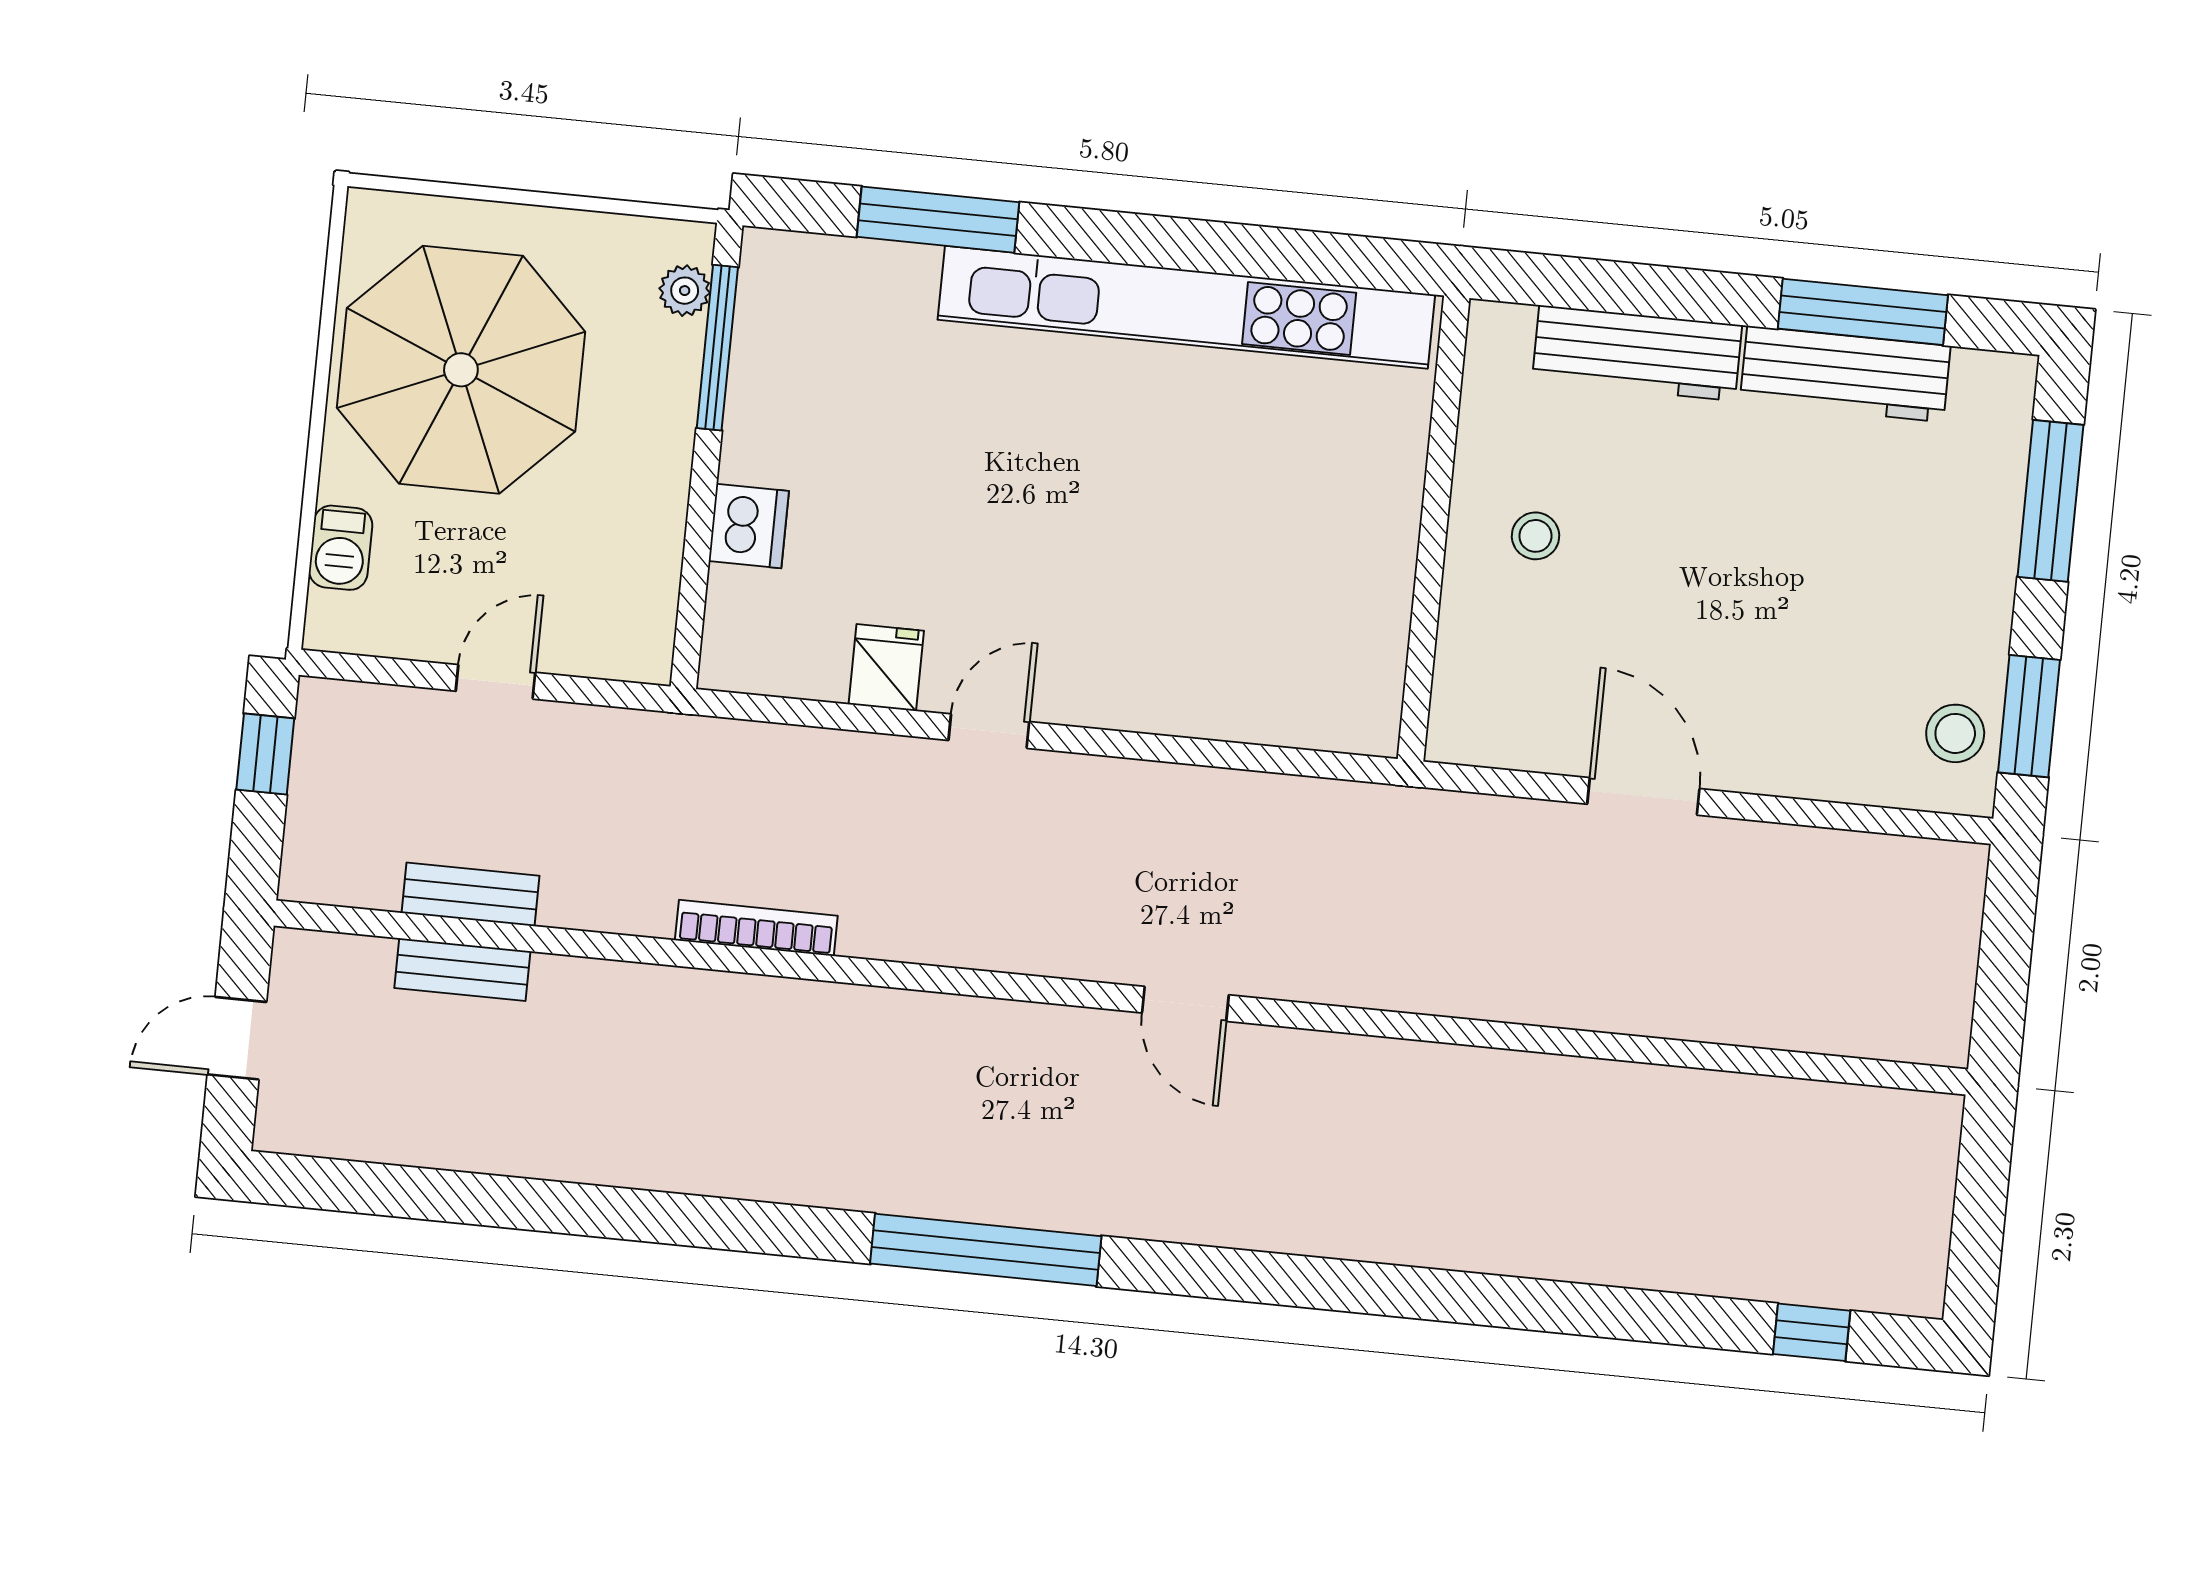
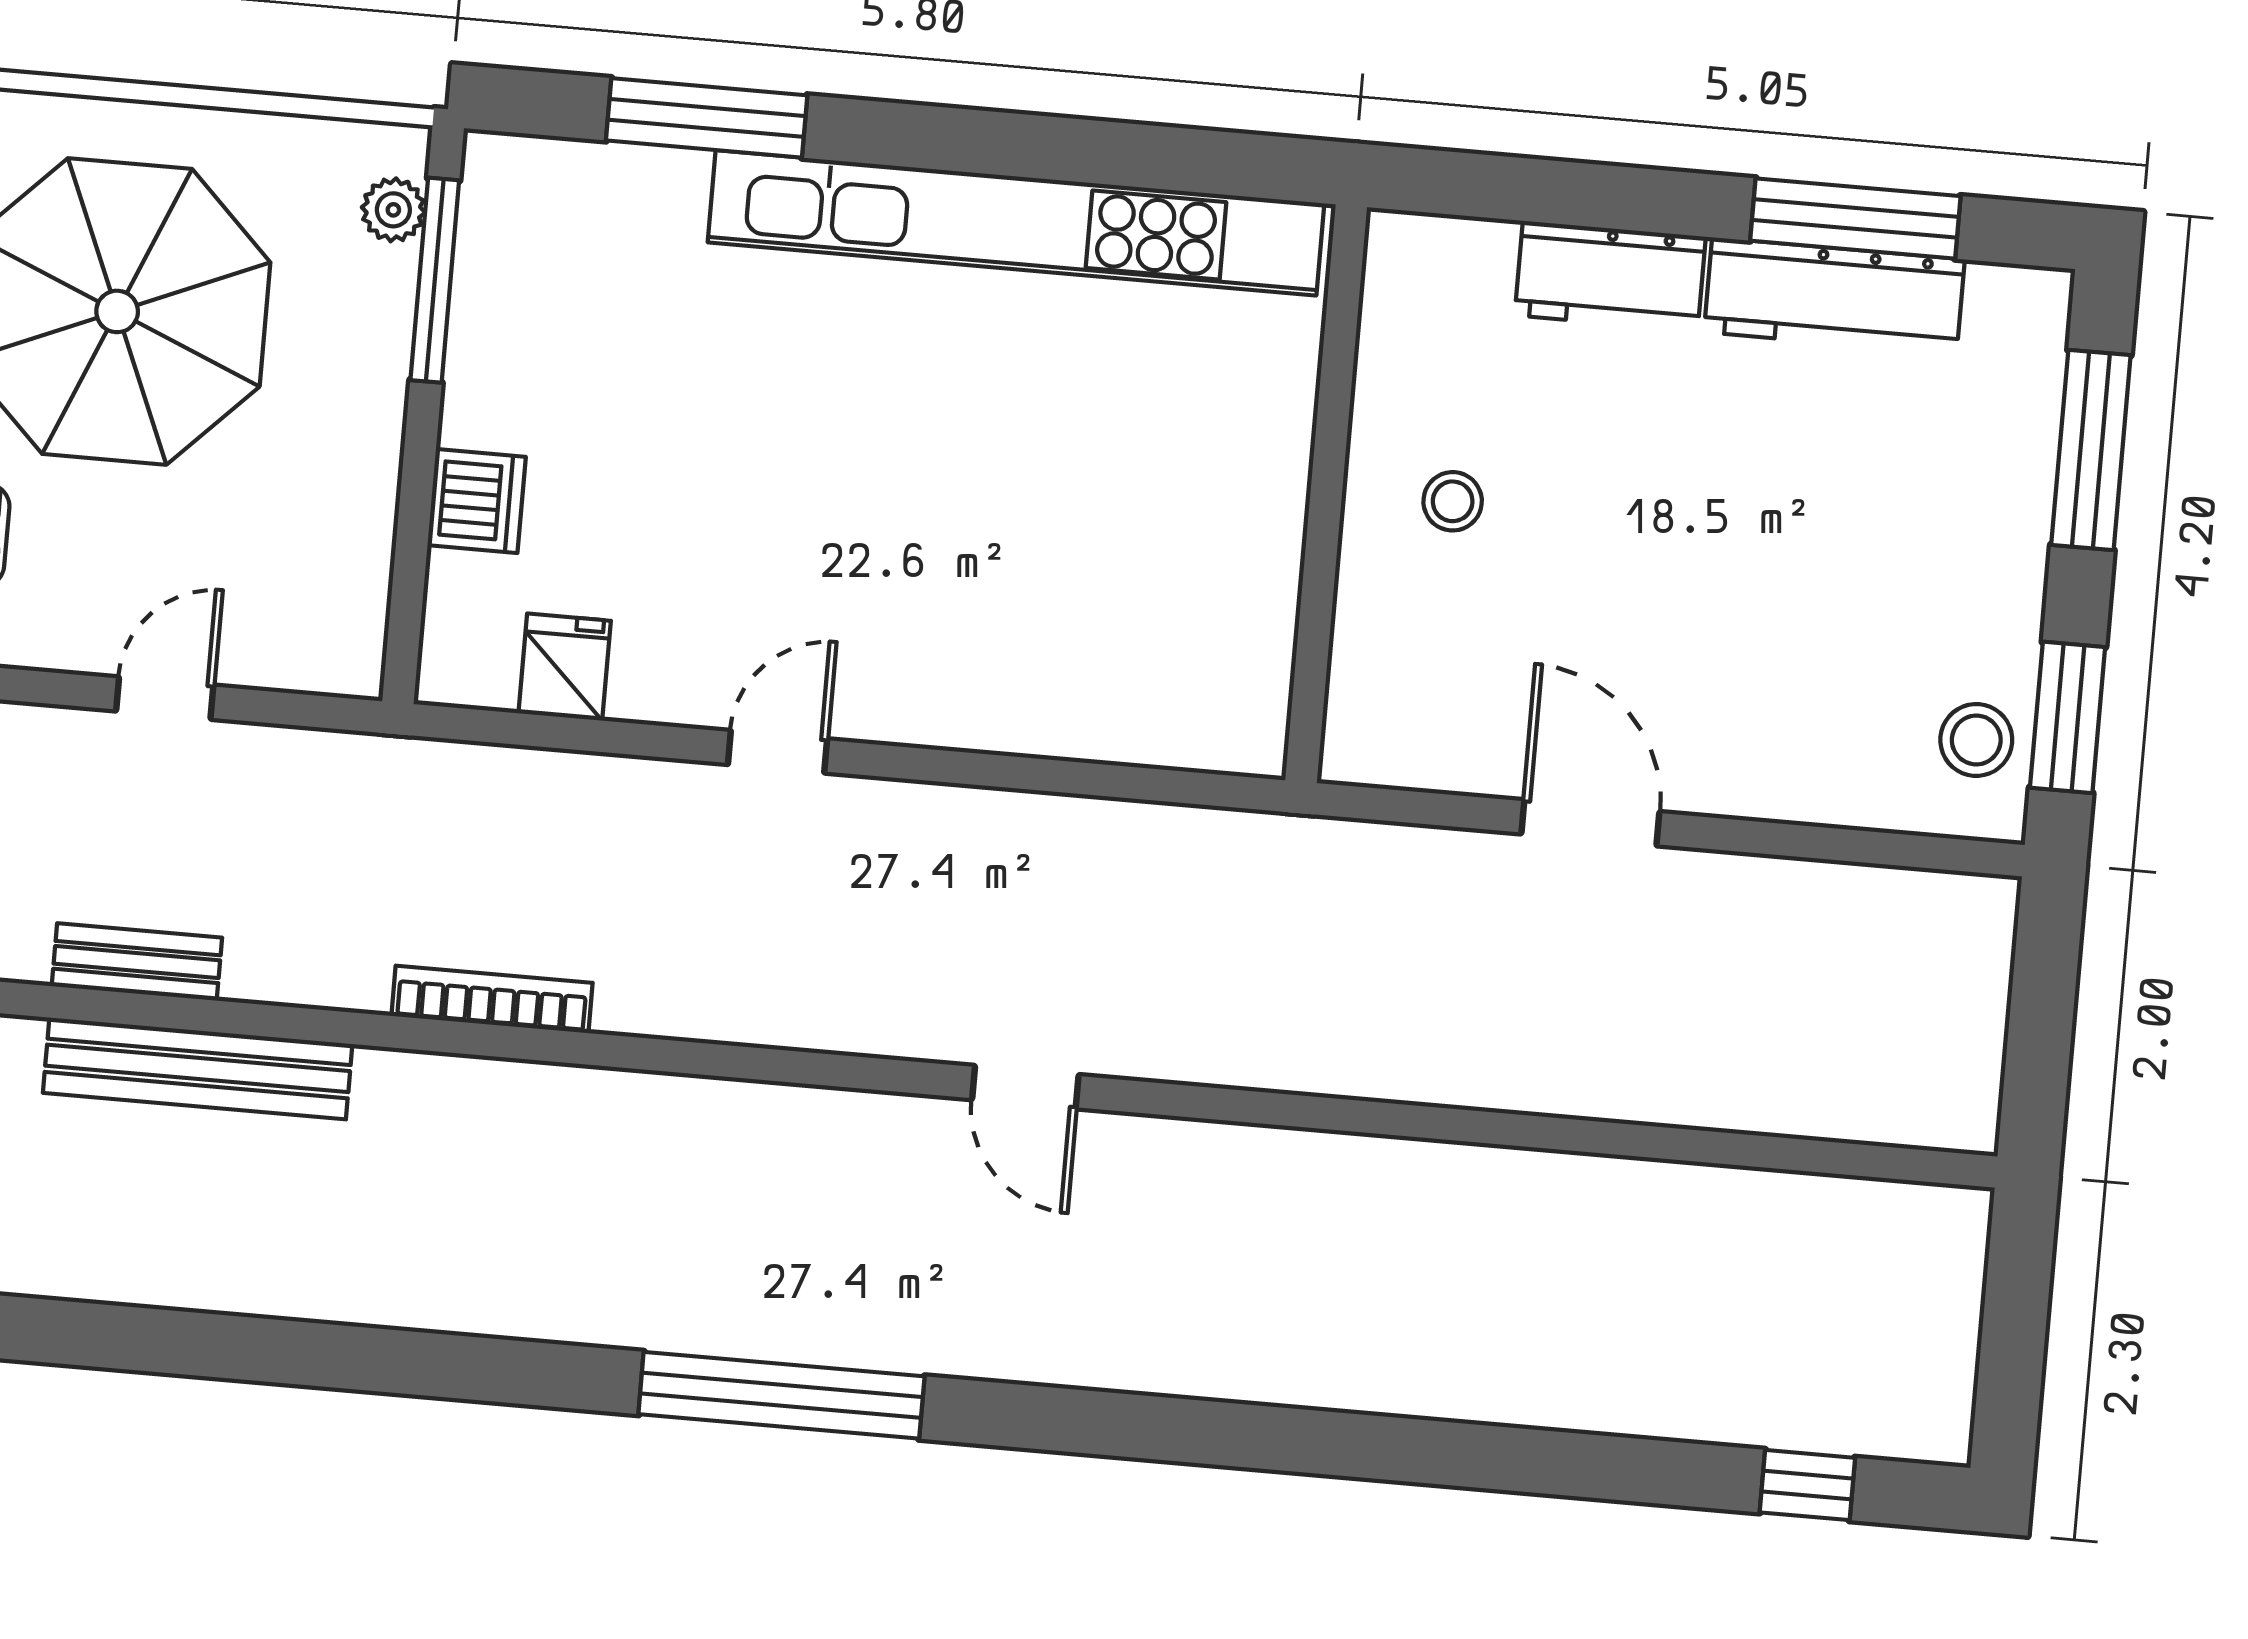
workbench: (1637, 353) -> (1610, 276), width x0.73
fridge: (886, 668) -> (565, 667), moved
bench: (462, 970) -> (198, 1068), width x1.86, depth x1.21

